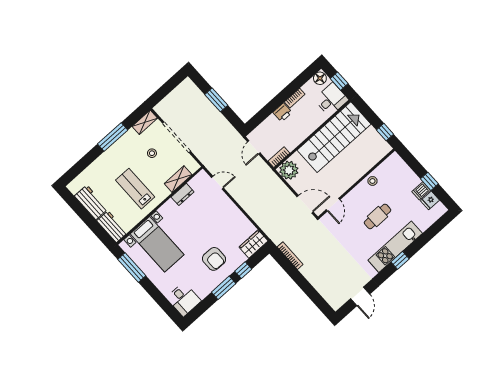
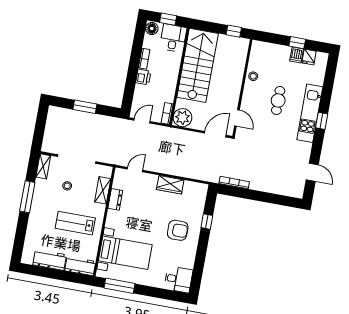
door: (254, 147) -> (142, 121), swing flipped
wardrobe: (253, 244) -> (170, 185), moved, turned -90
window: (224, 288) -> (202, 247), removed

